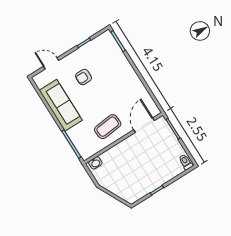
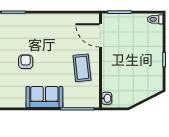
armchair: (84, 77) -> (26, 62), turned 180
sofa: (61, 105) -> (44, 97), width x0.73

